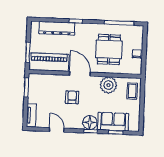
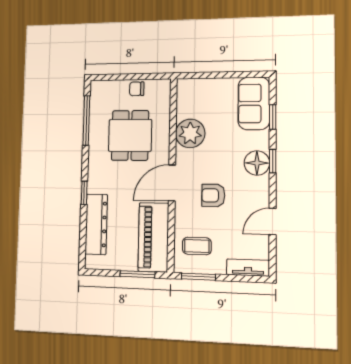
dining table: (109, 49) -> (130, 135), turned 90
coffee table: (132, 91) -> (197, 246), moved
sofa: (113, 122) -> (254, 103), moved

